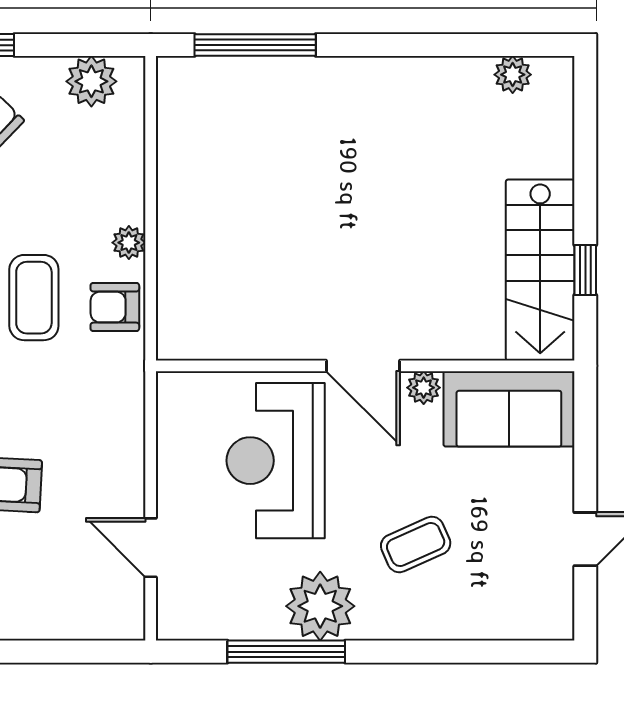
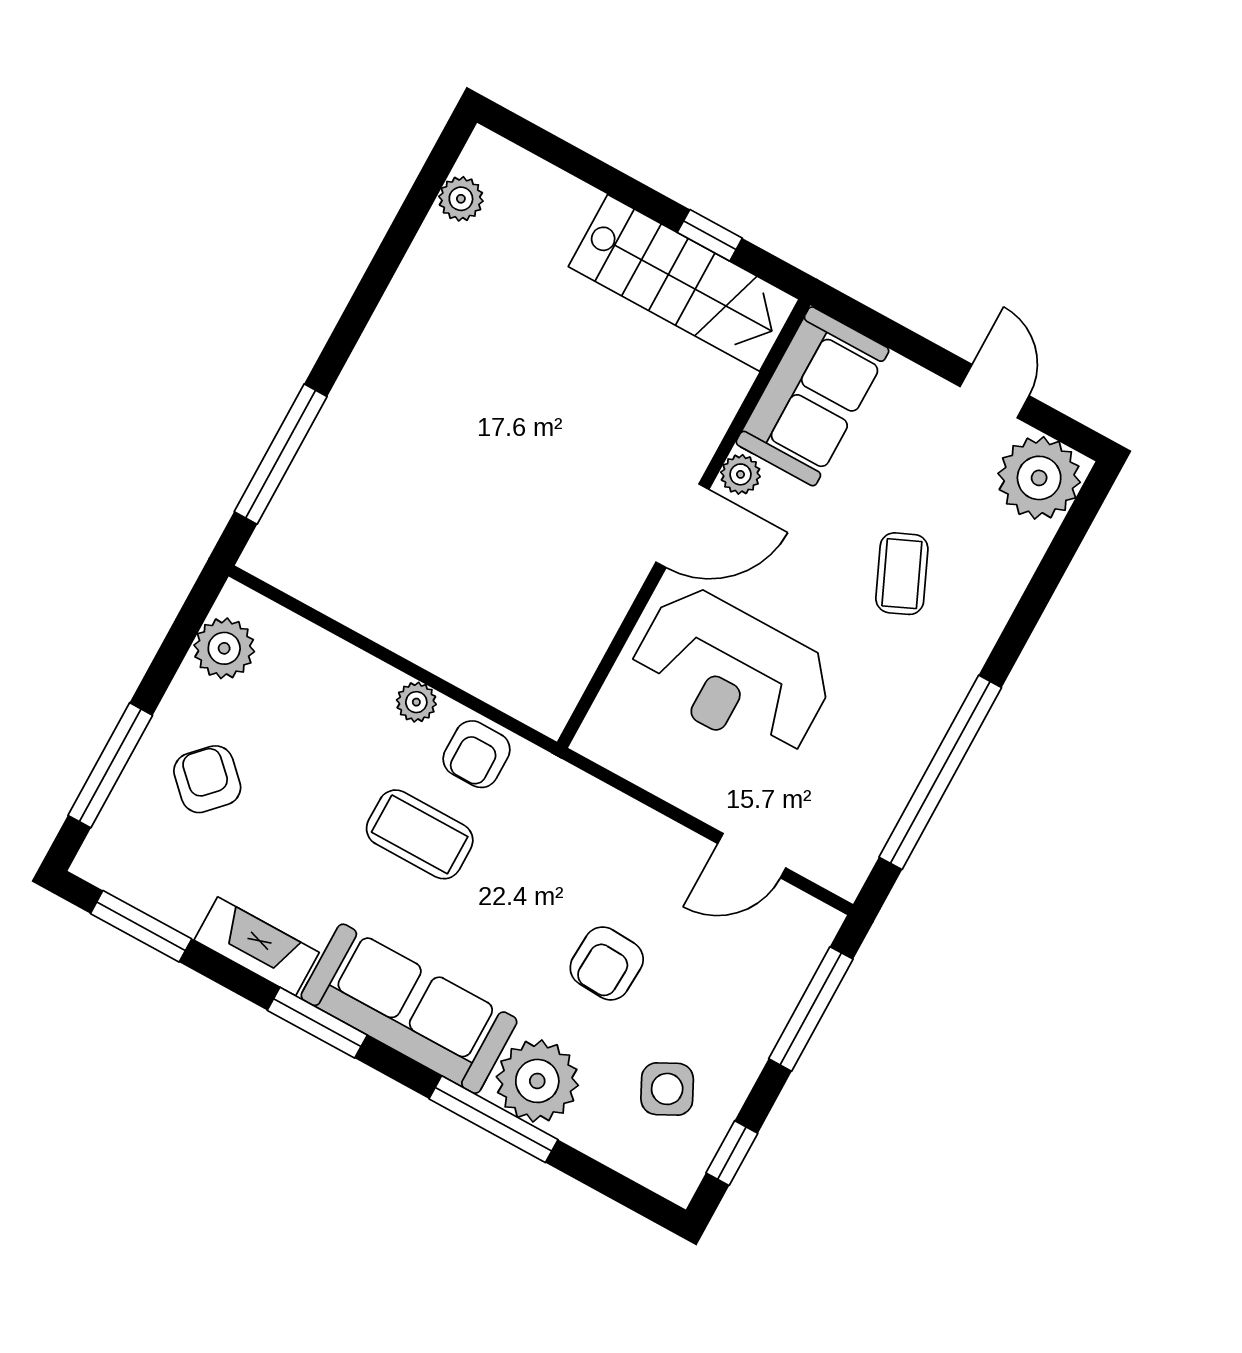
plant: (320, 606) -> (1039, 478), moved
window: (63, 652) -> (811, 1009), added
window: (286, 652) -> (940, 772), width x1.46

